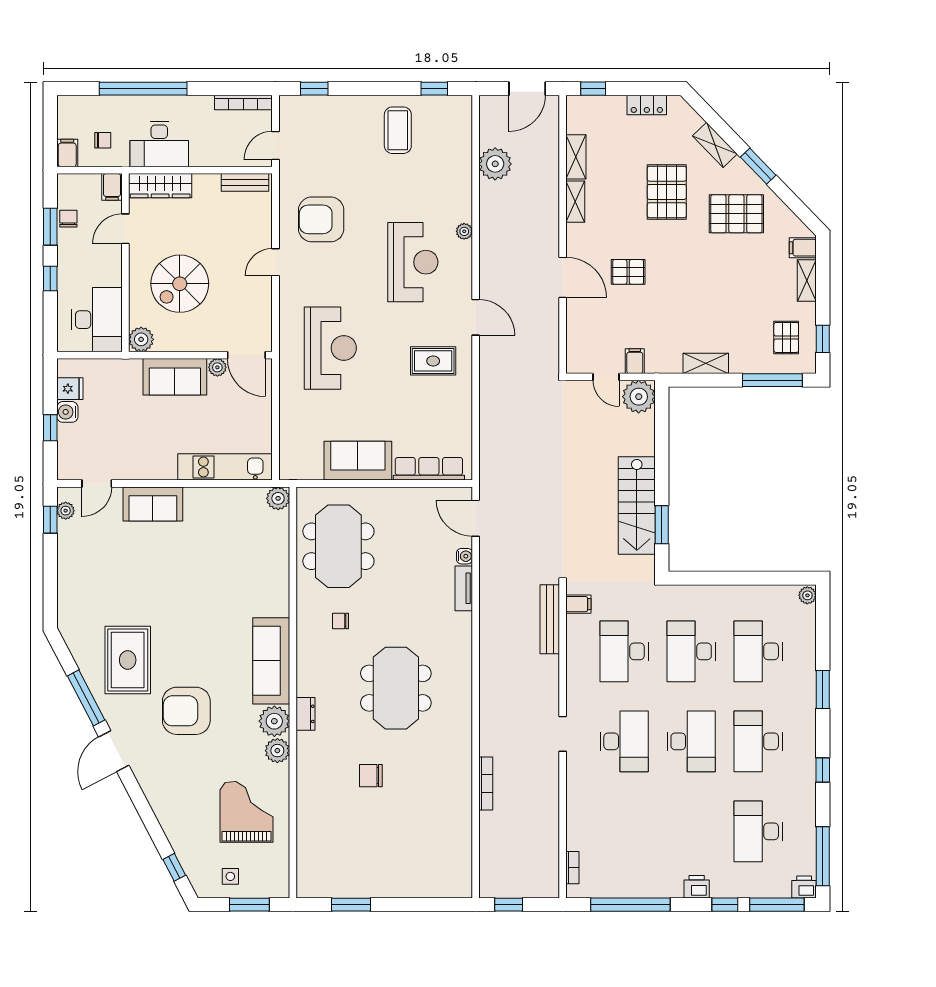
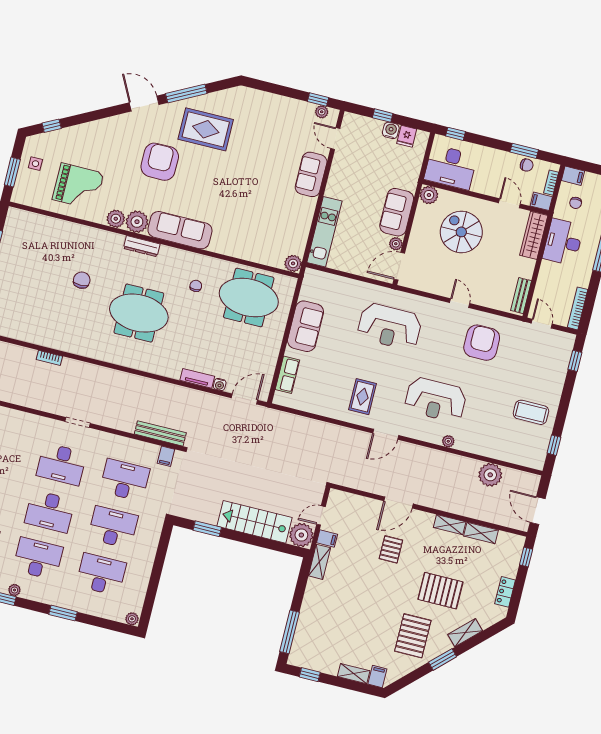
bookcase: (84, 180) -> (551, 183), added
window: (50, 279) -> (455, 134), moved
pallet: (786, 337) -> (317, 649), removed
shelving: (706, 363) -> (319, 562), moved
row of seats: (429, 469) -> (287, 375), width x0.68
stairs: (637, 505) -> (254, 522), moved
dresser: (305, 714) -> (142, 246), width x1.44
plant: (808, 762) -> (14, 590), added
bookcase: (486, 783) -> (49, 358), width x0.64

